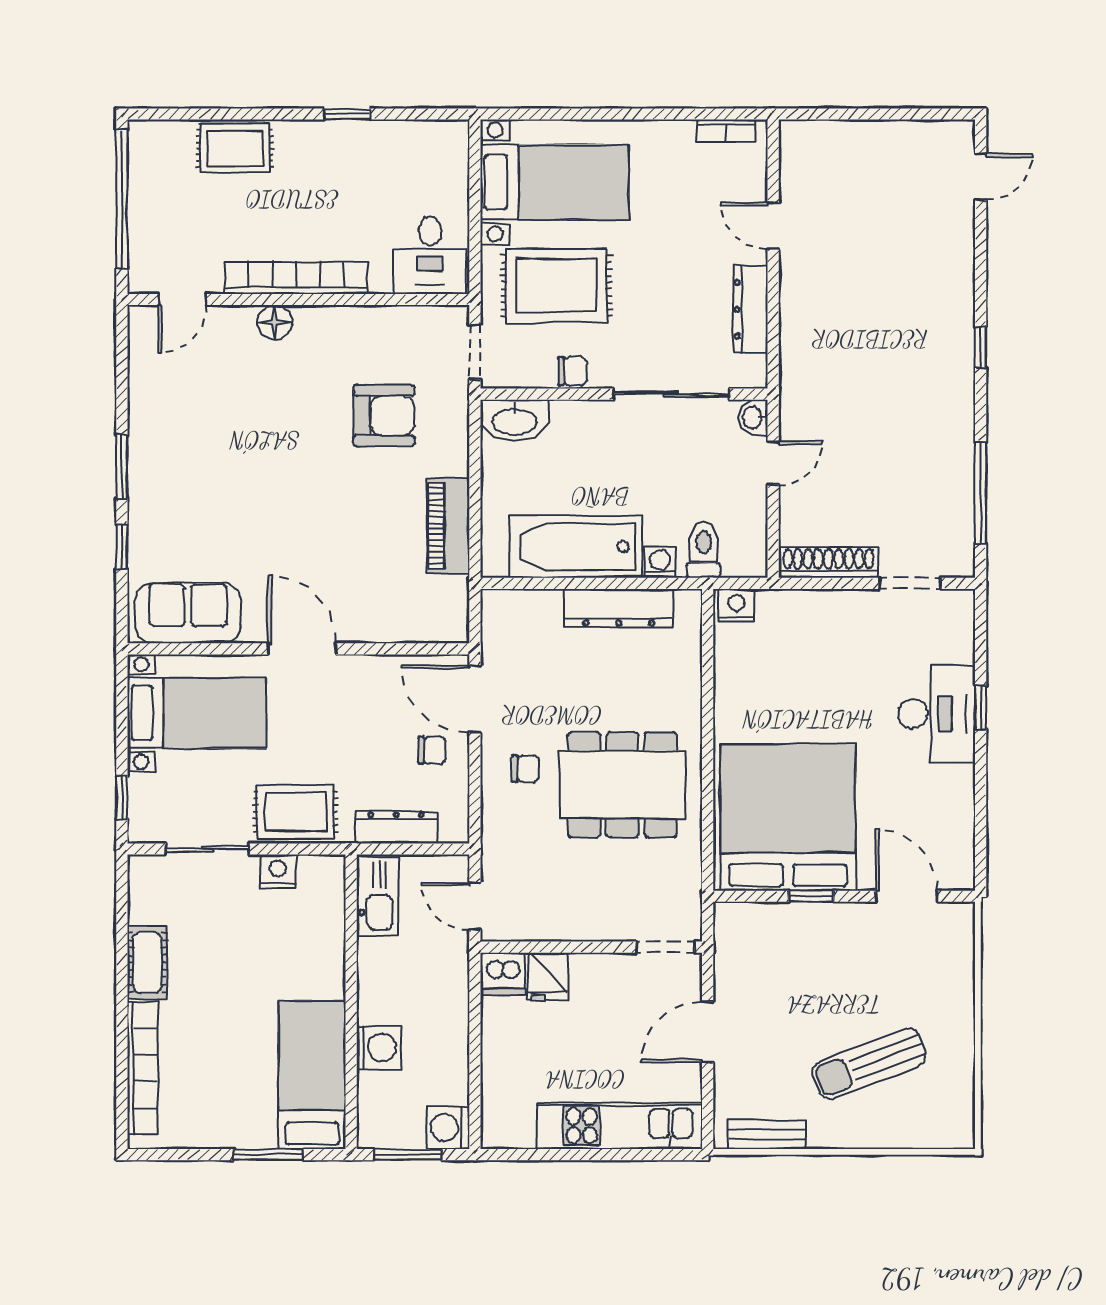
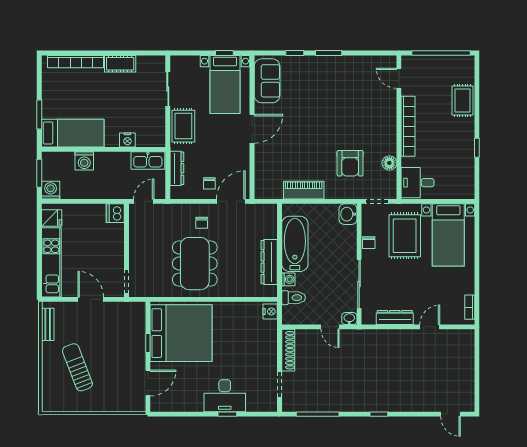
floor lamp: (275, 322) -> (389, 163), moved
washbasin: (515, 421) -> (348, 214), width x0.72
window: (122, 797) -> (224, 53), moved
nightstand: (278, 871) -> (127, 140), moved, turned 90
fridge: (548, 977) -> (52, 218), moved, turned 180

